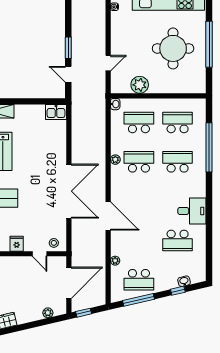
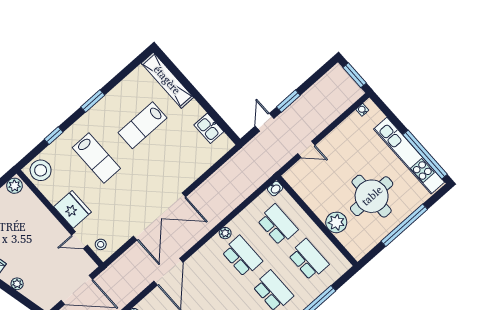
plant: (140, 85) -> (336, 222), moved
kitchen sink: (56, 112) -> (209, 128), moved
fridge: (17, 244) -> (73, 209), width x1.88, depth x1.34
door: (40, 254) -> (79, 240), hinge flipped
plant: (48, 313) -> (17, 284), moved

